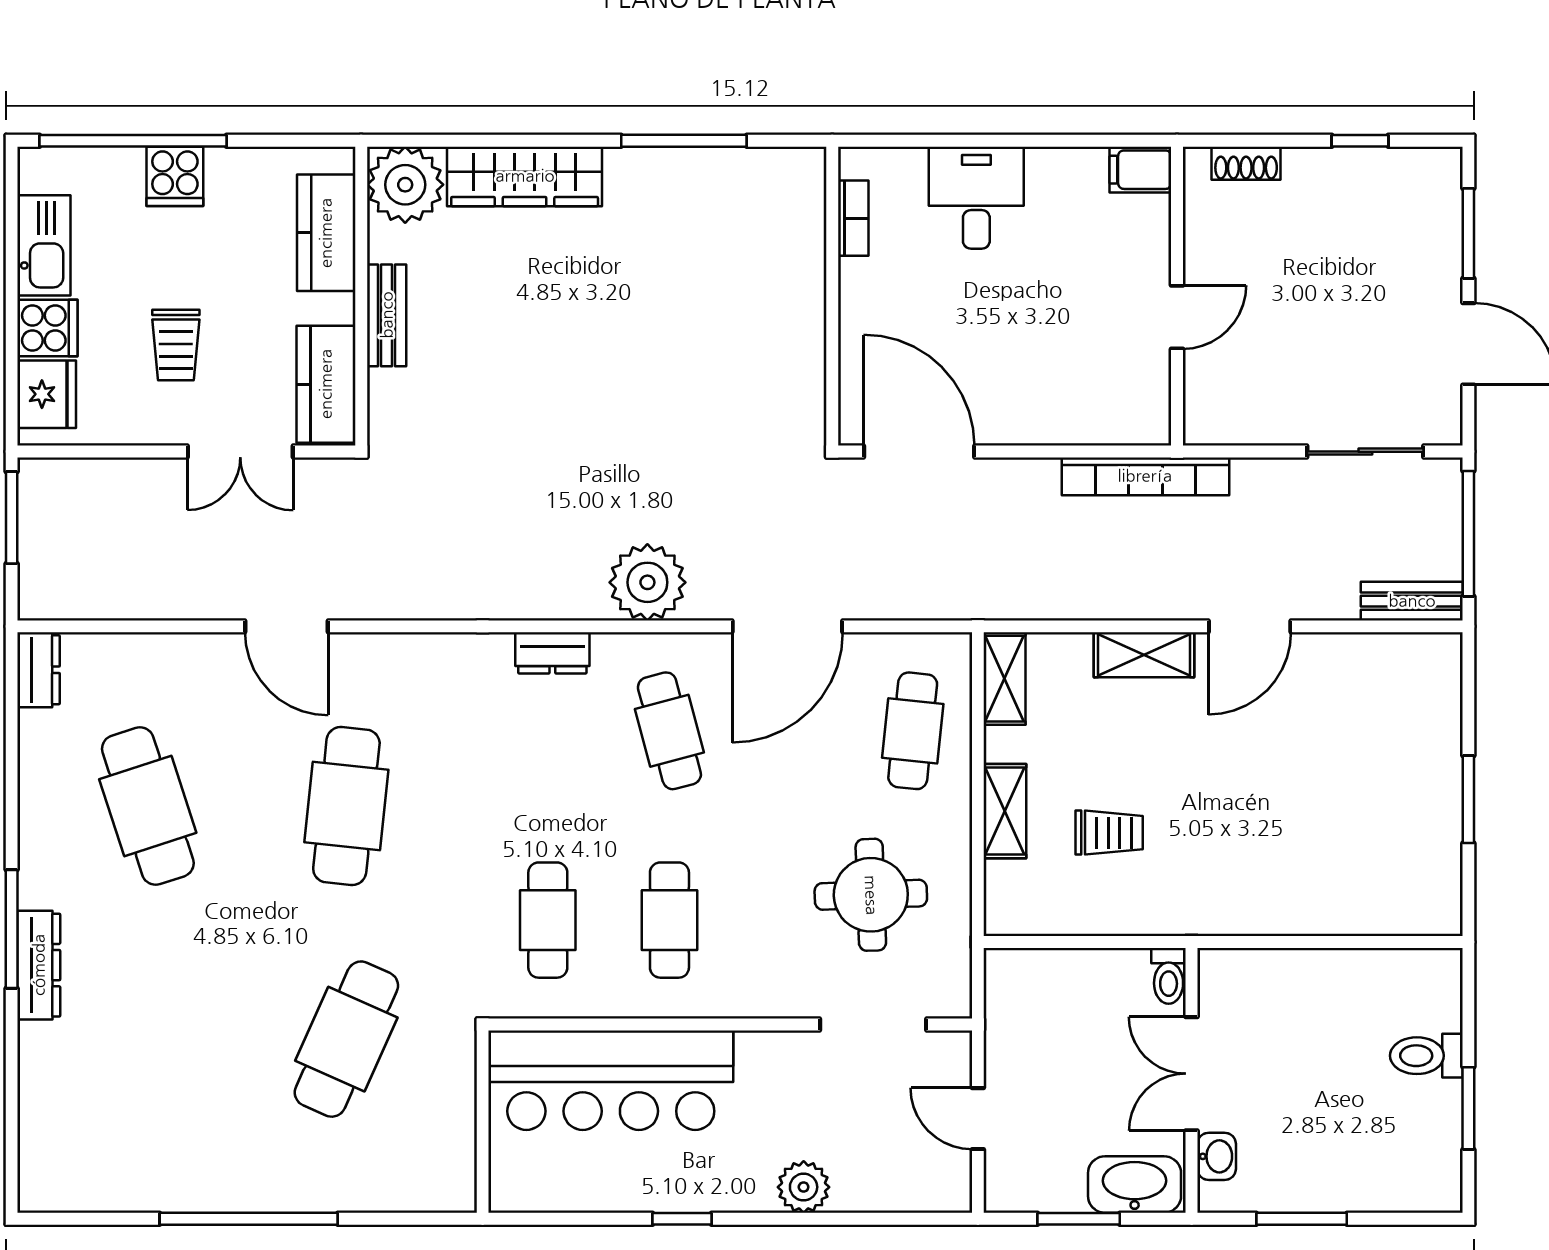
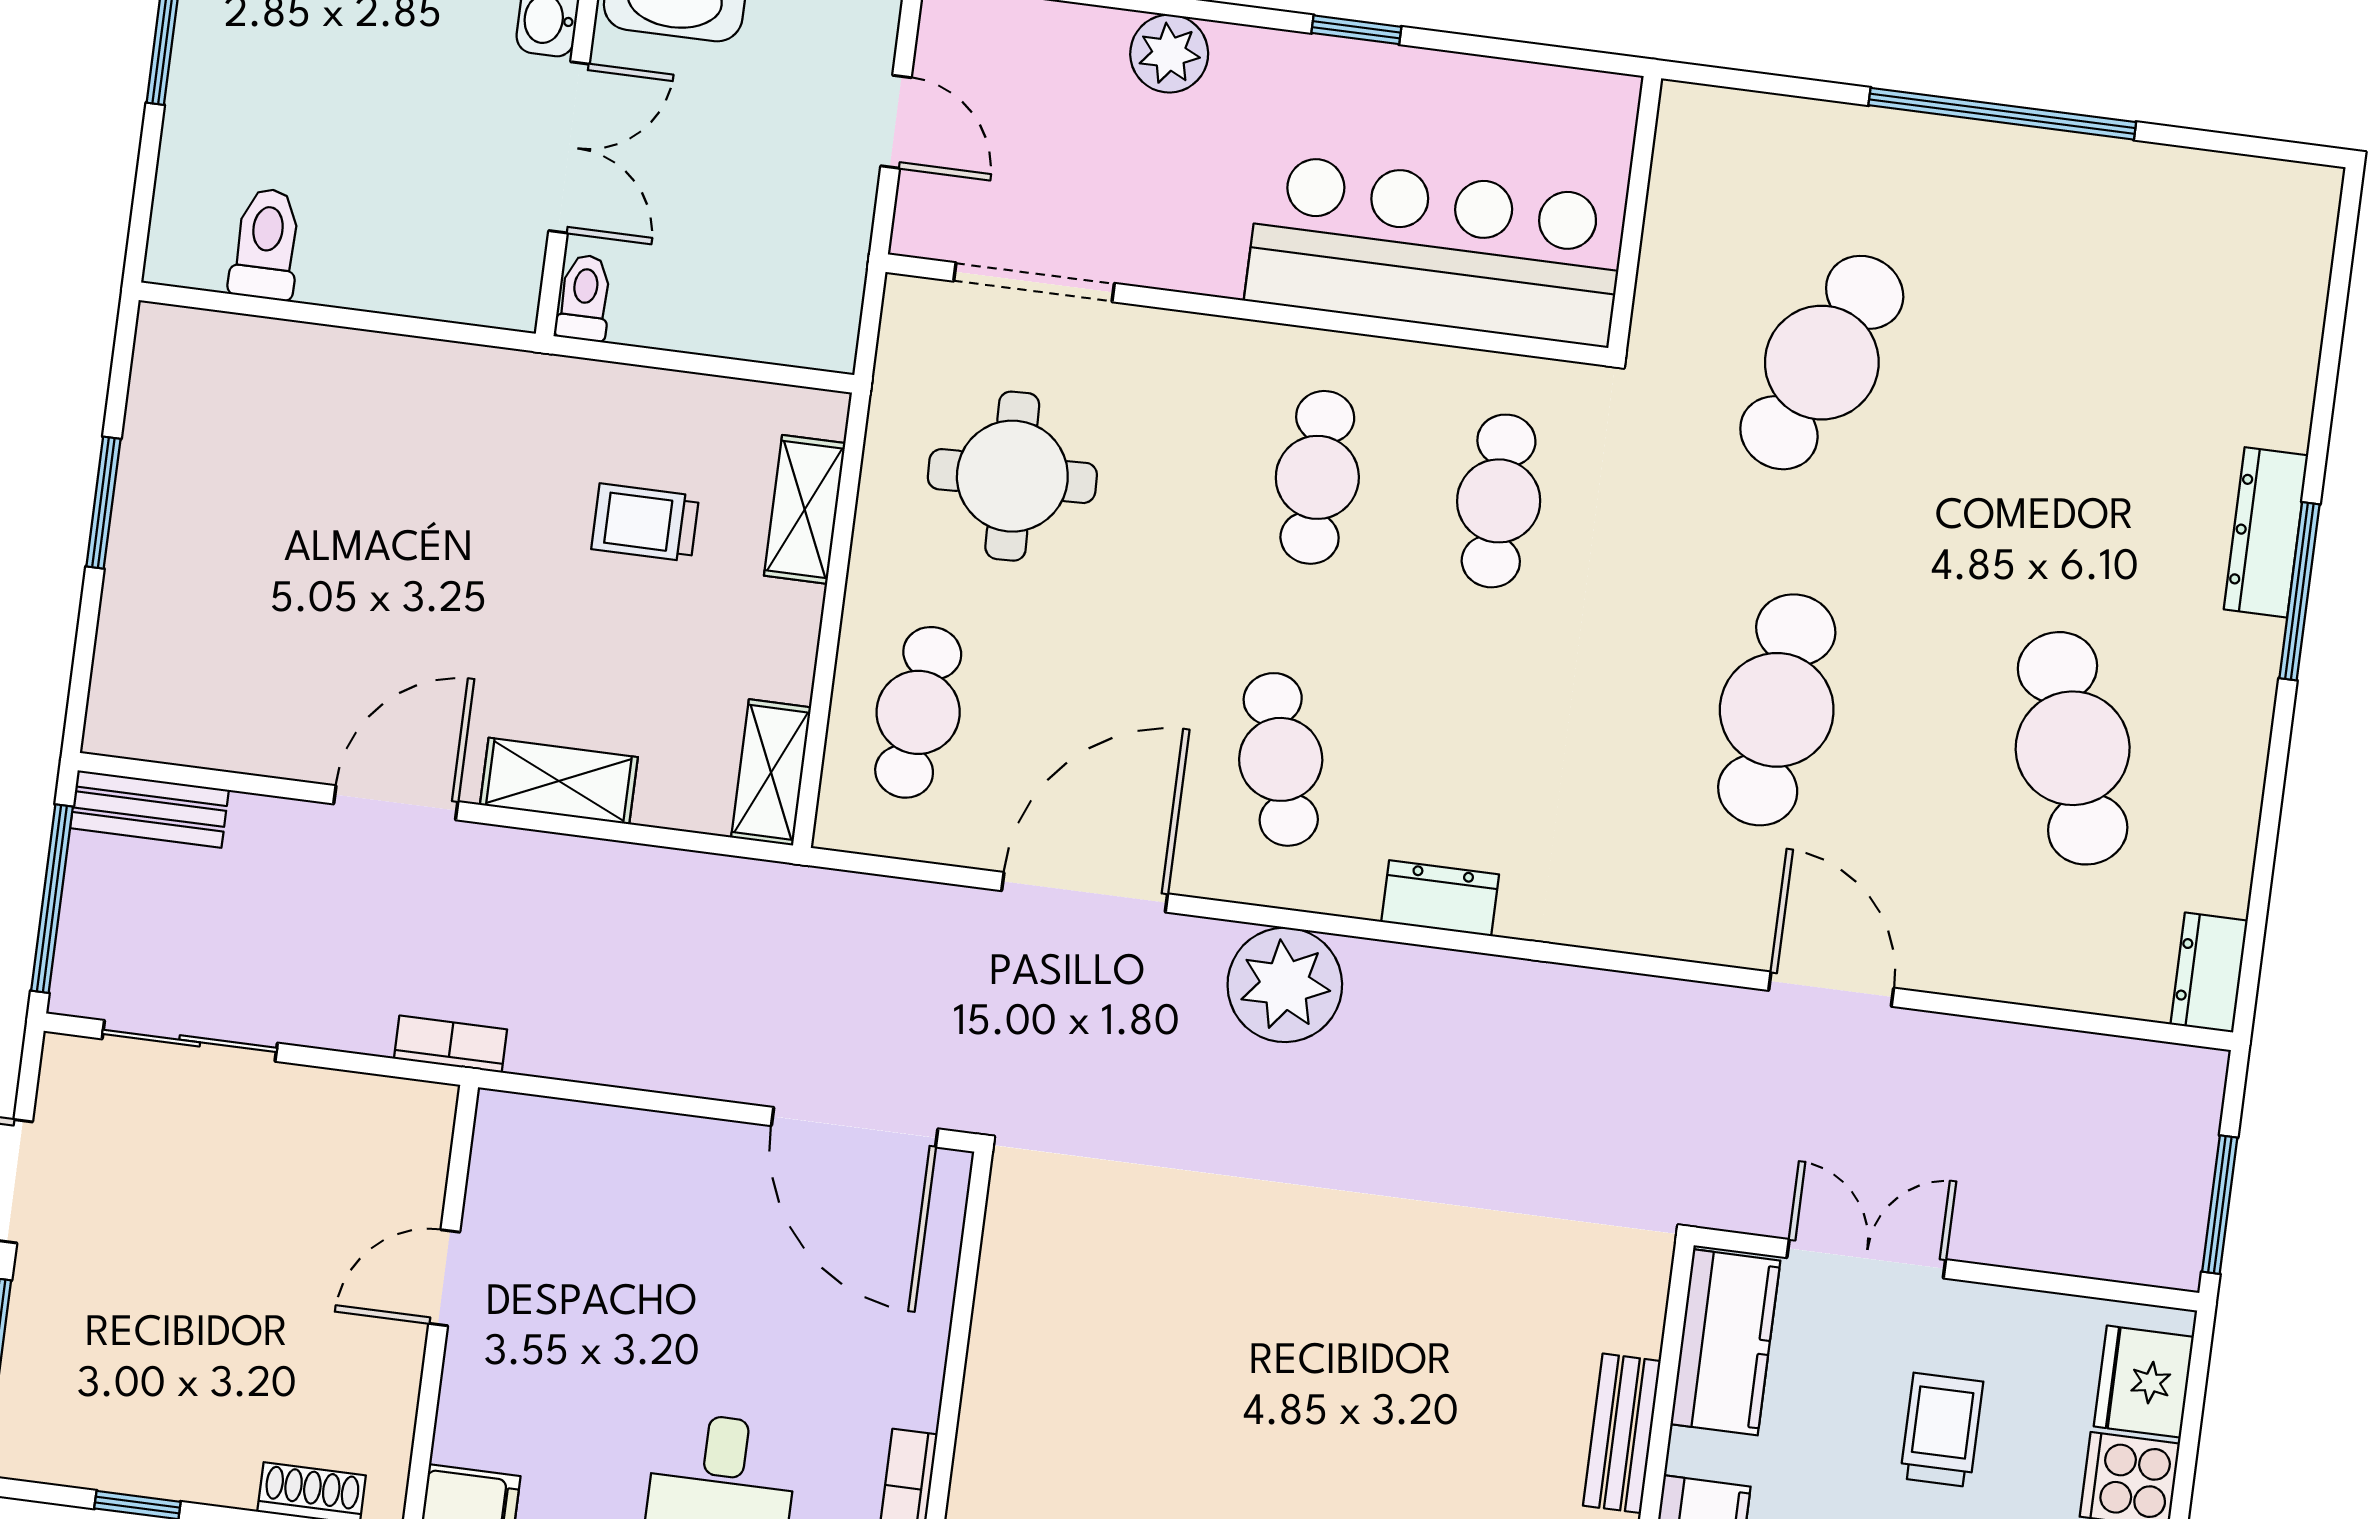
bookcase: (1145, 476) -> (451, 1044), width x0.43, depth x0.76
shelving: (1005, 811) -> (805, 509), moved
toilet: (1426, 1056) -> (266, 244), moved, turned -90

